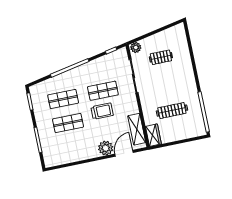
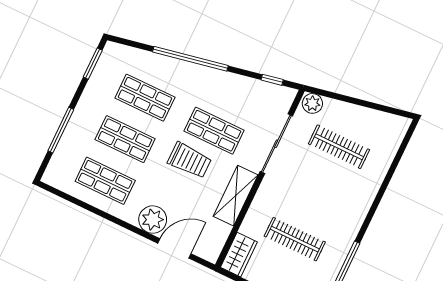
clothes rail: (161, 57) -> (339, 147), width x1.36
shelving: (137, 129) -> (236, 196), moved
shop shelf: (73, 147) -> (105, 181), added

